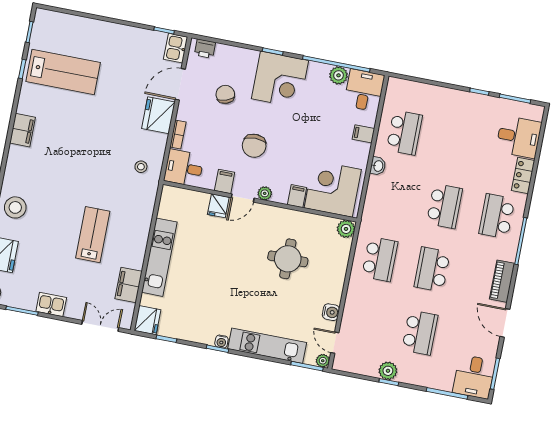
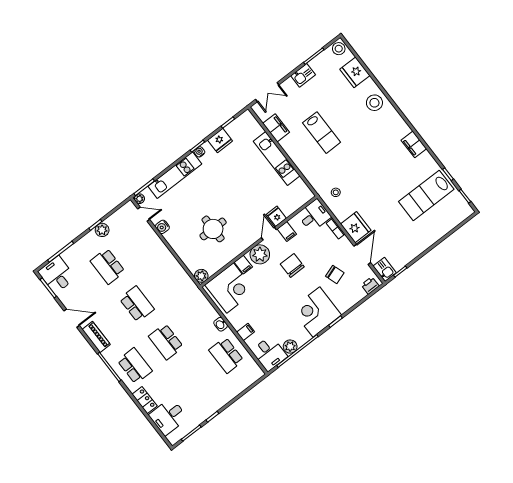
plant: (265, 193) -> (260, 254), width x1.88, depth x1.88
school desk: (380, 259) -> (168, 280), removed
fridge: (147, 320) -> (220, 141), moved, turned -90

